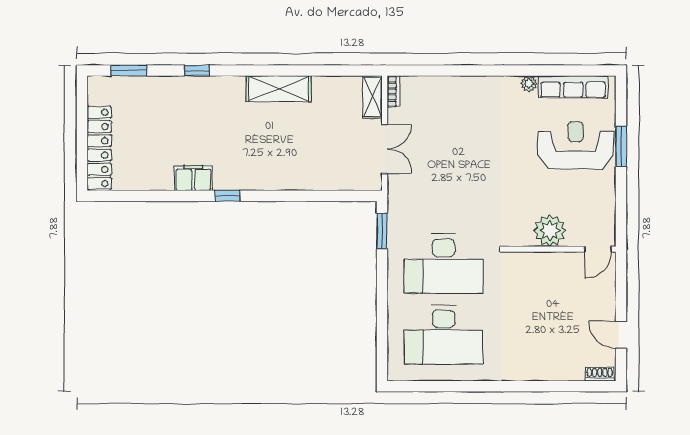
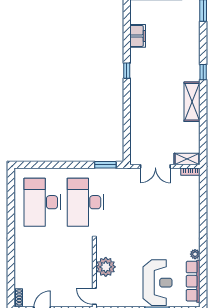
window: (197, 71) -> (203, 72), moved
filing cabinet: (193, 178) -> (138, 36), moved

